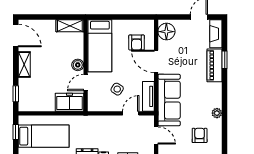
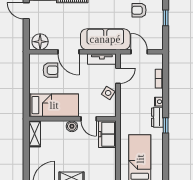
door: (156, 61) -> (69, 52), hinge flipped
side table: (117, 89) -> (108, 93), moved
door: (131, 113) -> (118, 76), swing flipped
door: (156, 135) -> (139, 52), hinge flipped

